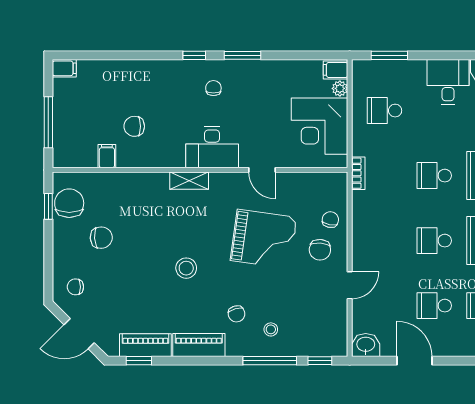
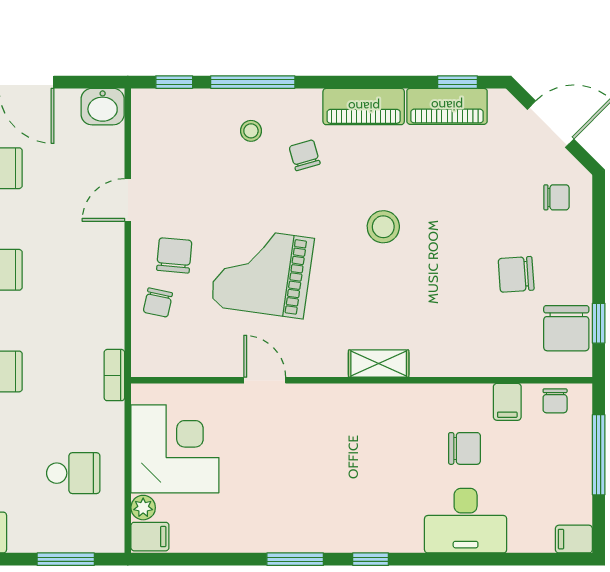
chair: (213, 88) -> (555, 401), moved
desk: (212, 147) -> (466, 521), moved, turned 180

